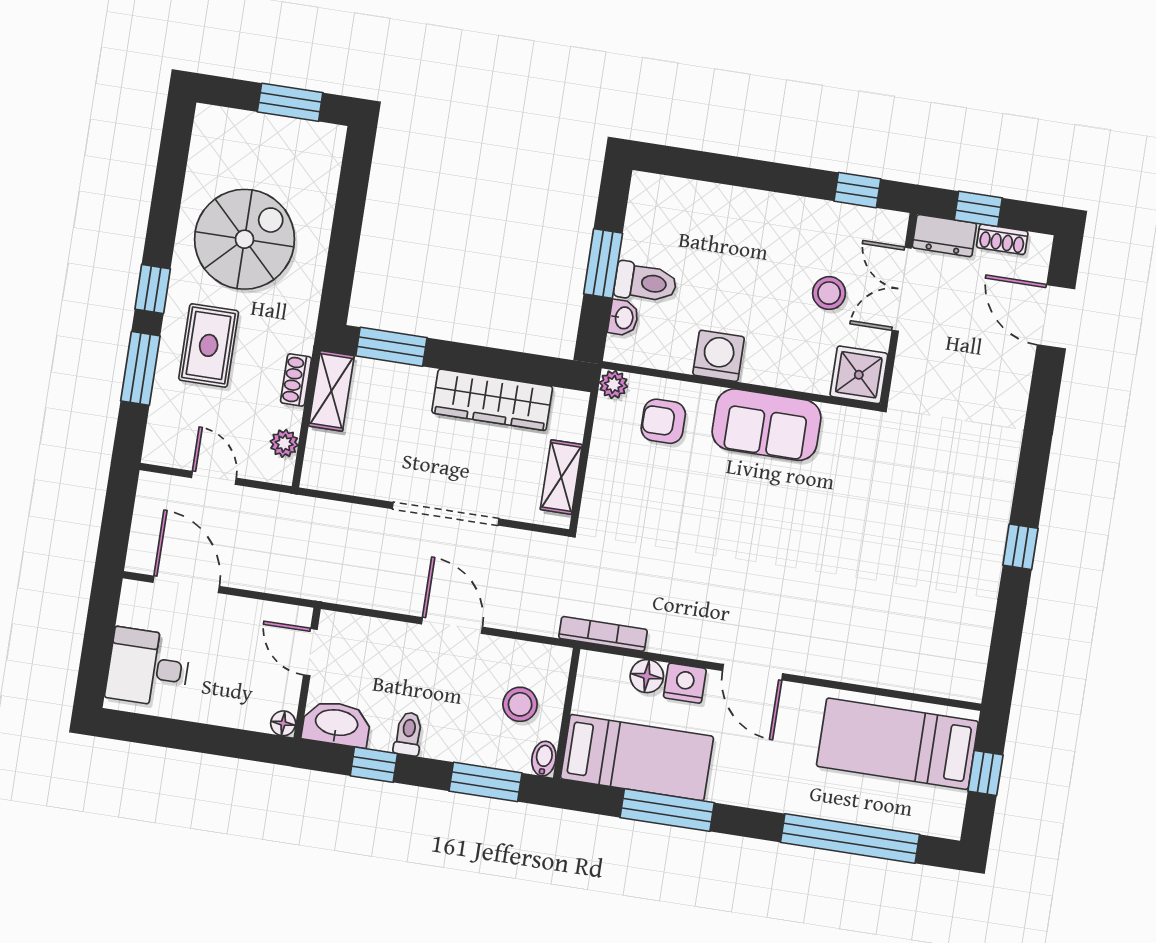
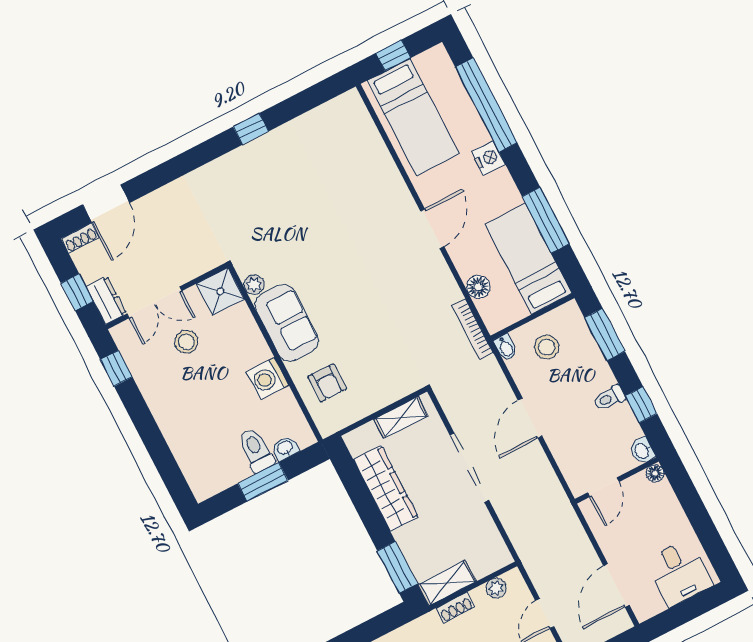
shoe rack: (1002, 239) -> (80, 238), moved, turned 90
plant: (614, 384) -> (254, 285), moved
nightstand: (685, 683) -> (488, 158), moved, turned 180
washbasin: (336, 724) -> (642, 451), width x0.52, depth x0.69
bidet: (544, 759) -> (506, 347), moved, turned -90

